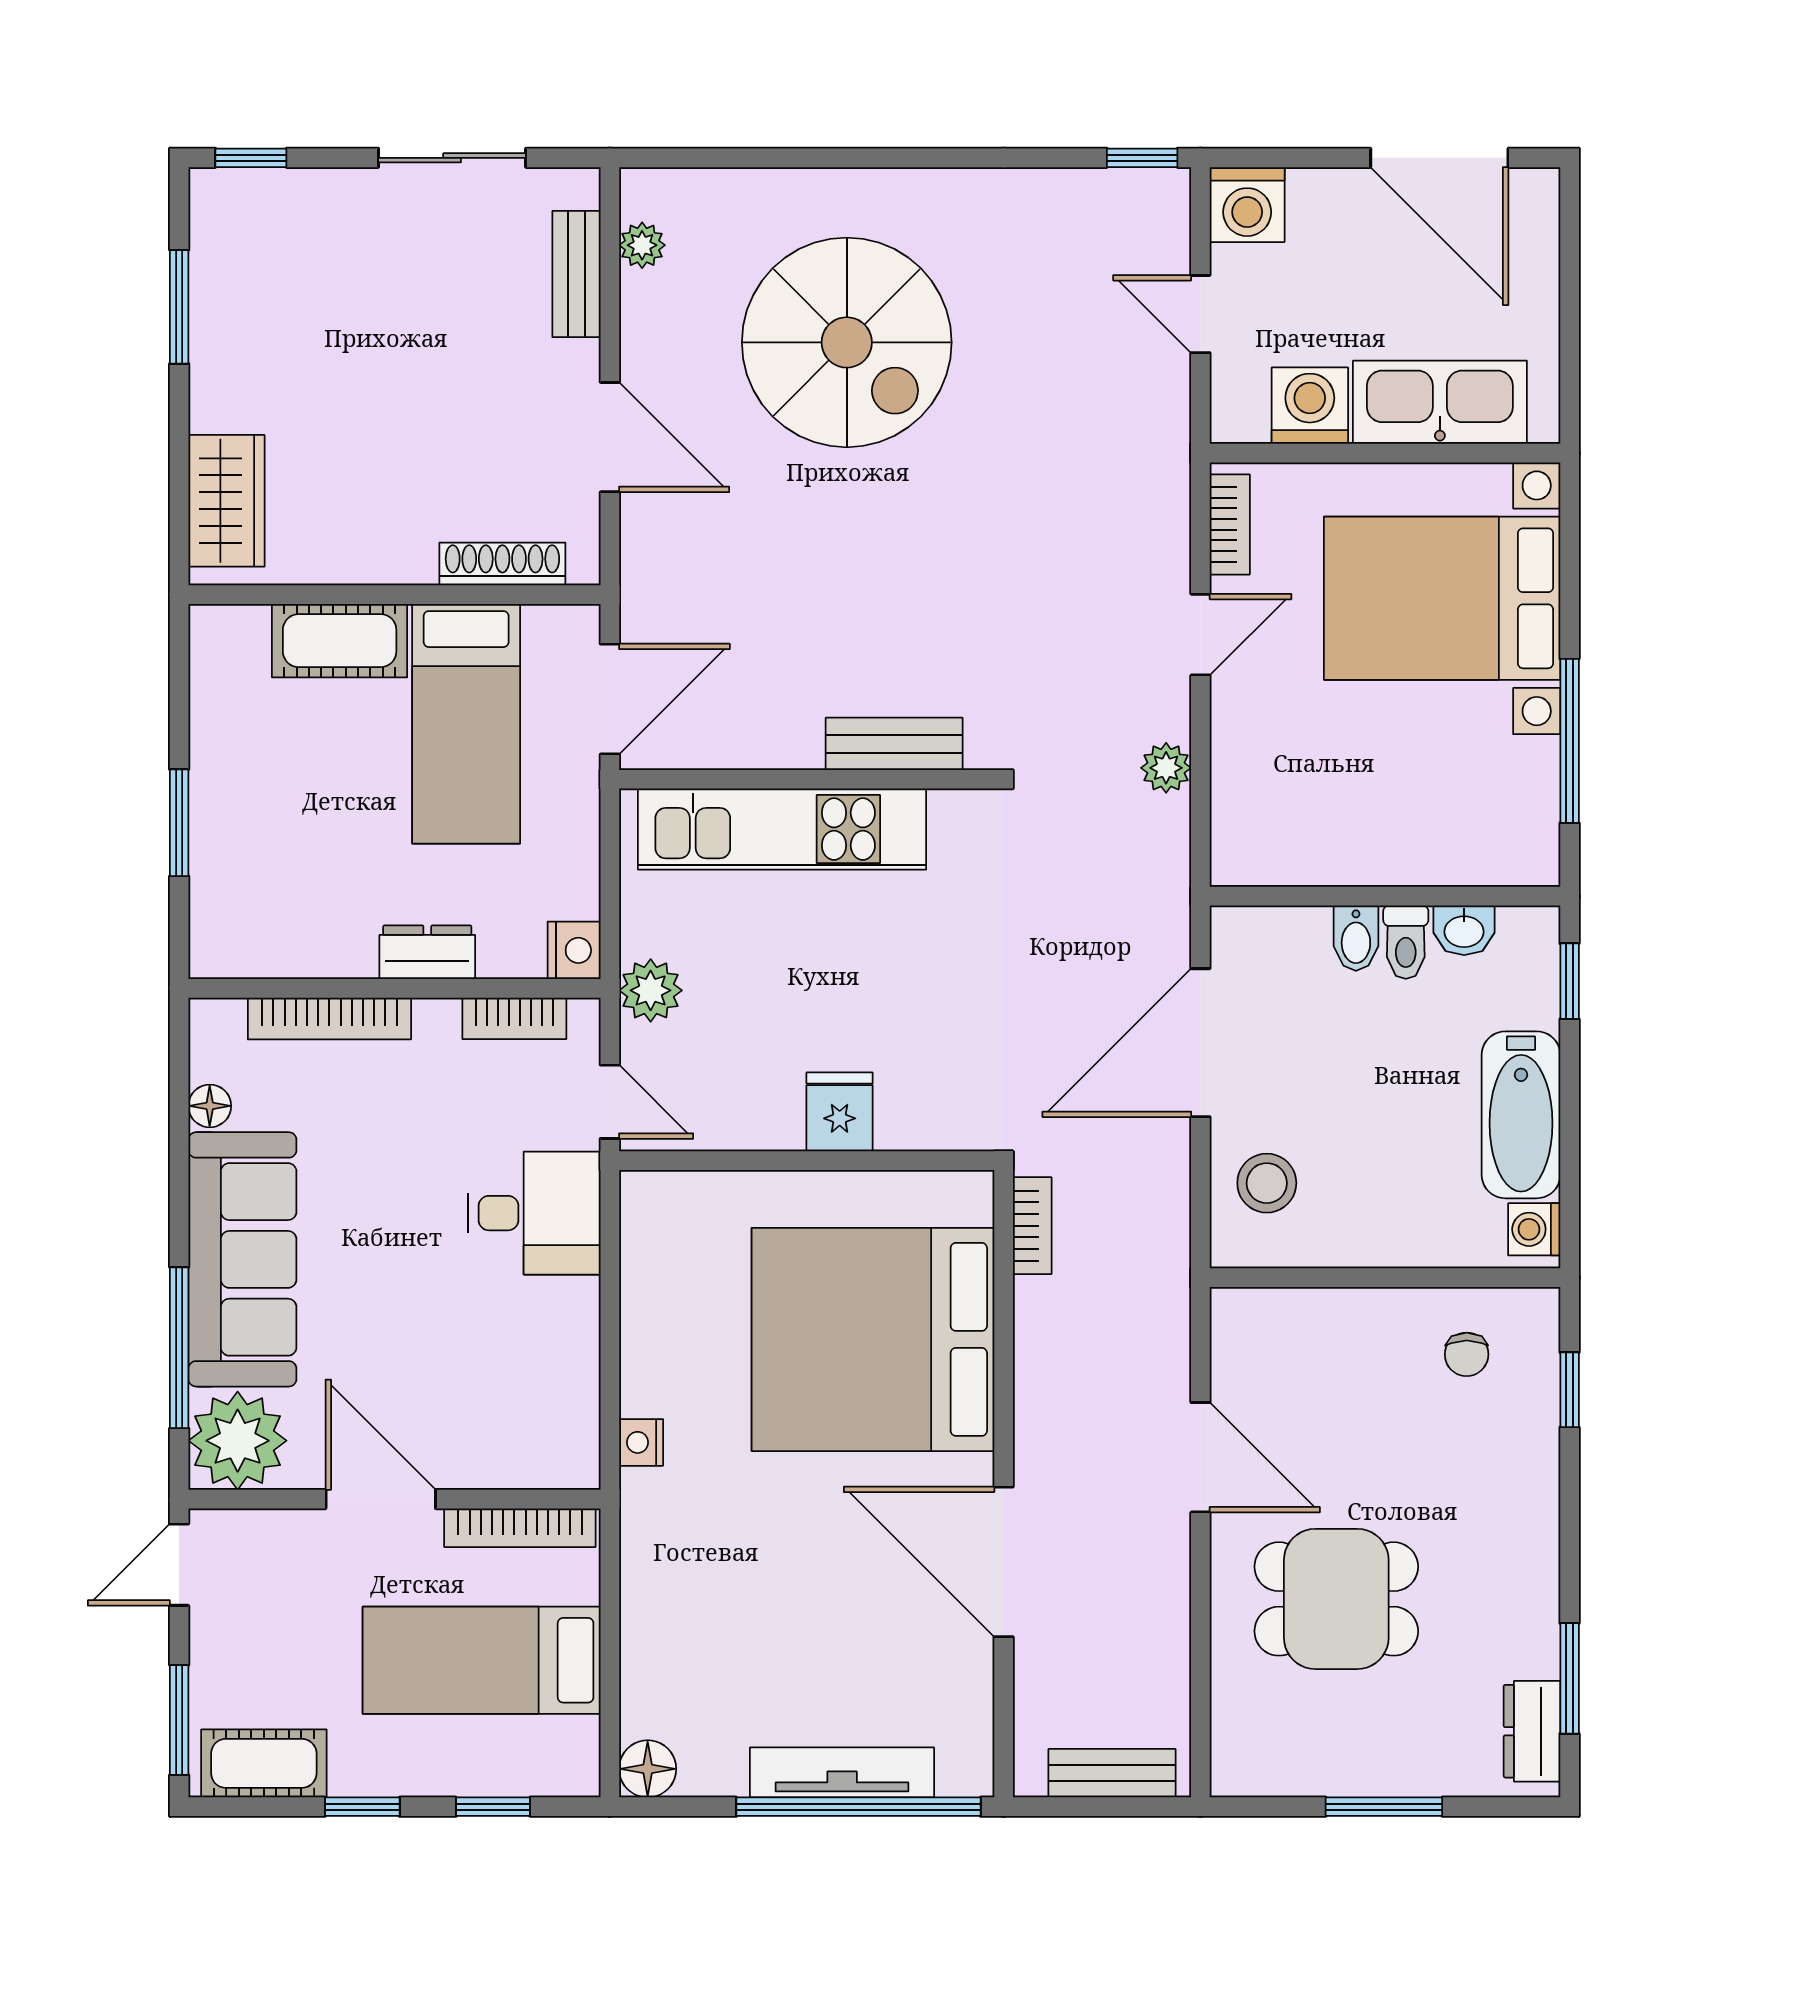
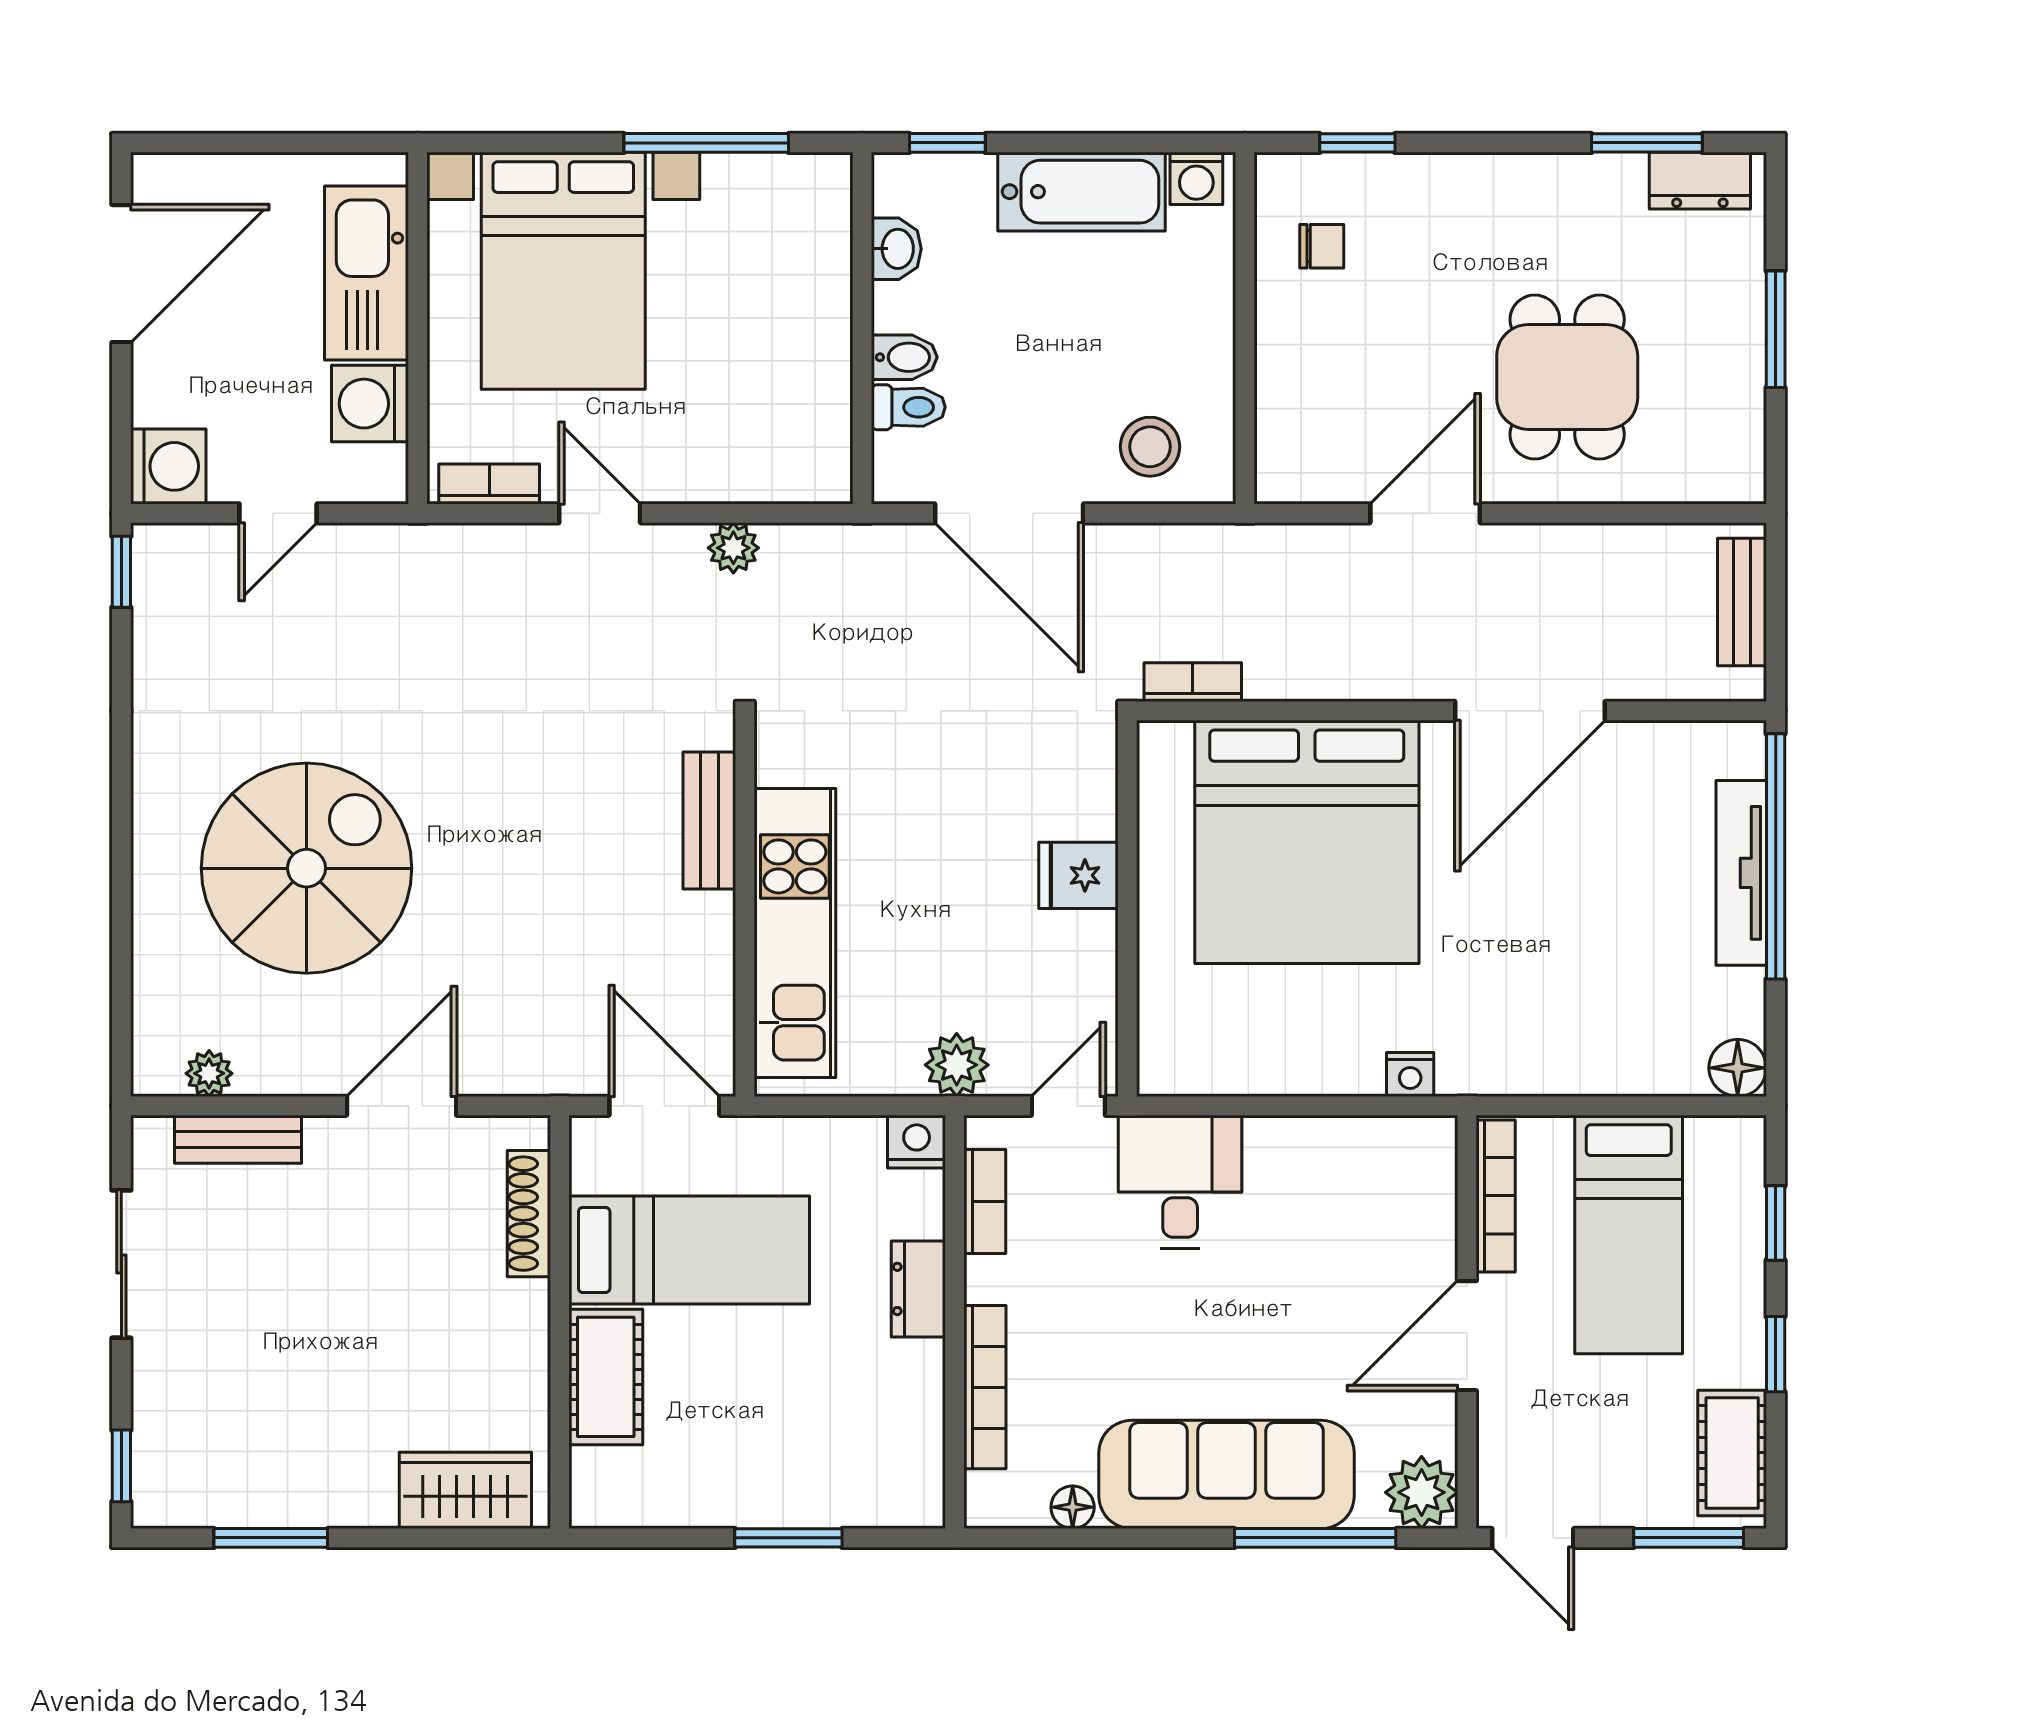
toilet: (1406, 942) -> (908, 407), moved
plant: (238, 1441) -> (1422, 1492), width x0.73, depth x0.73

